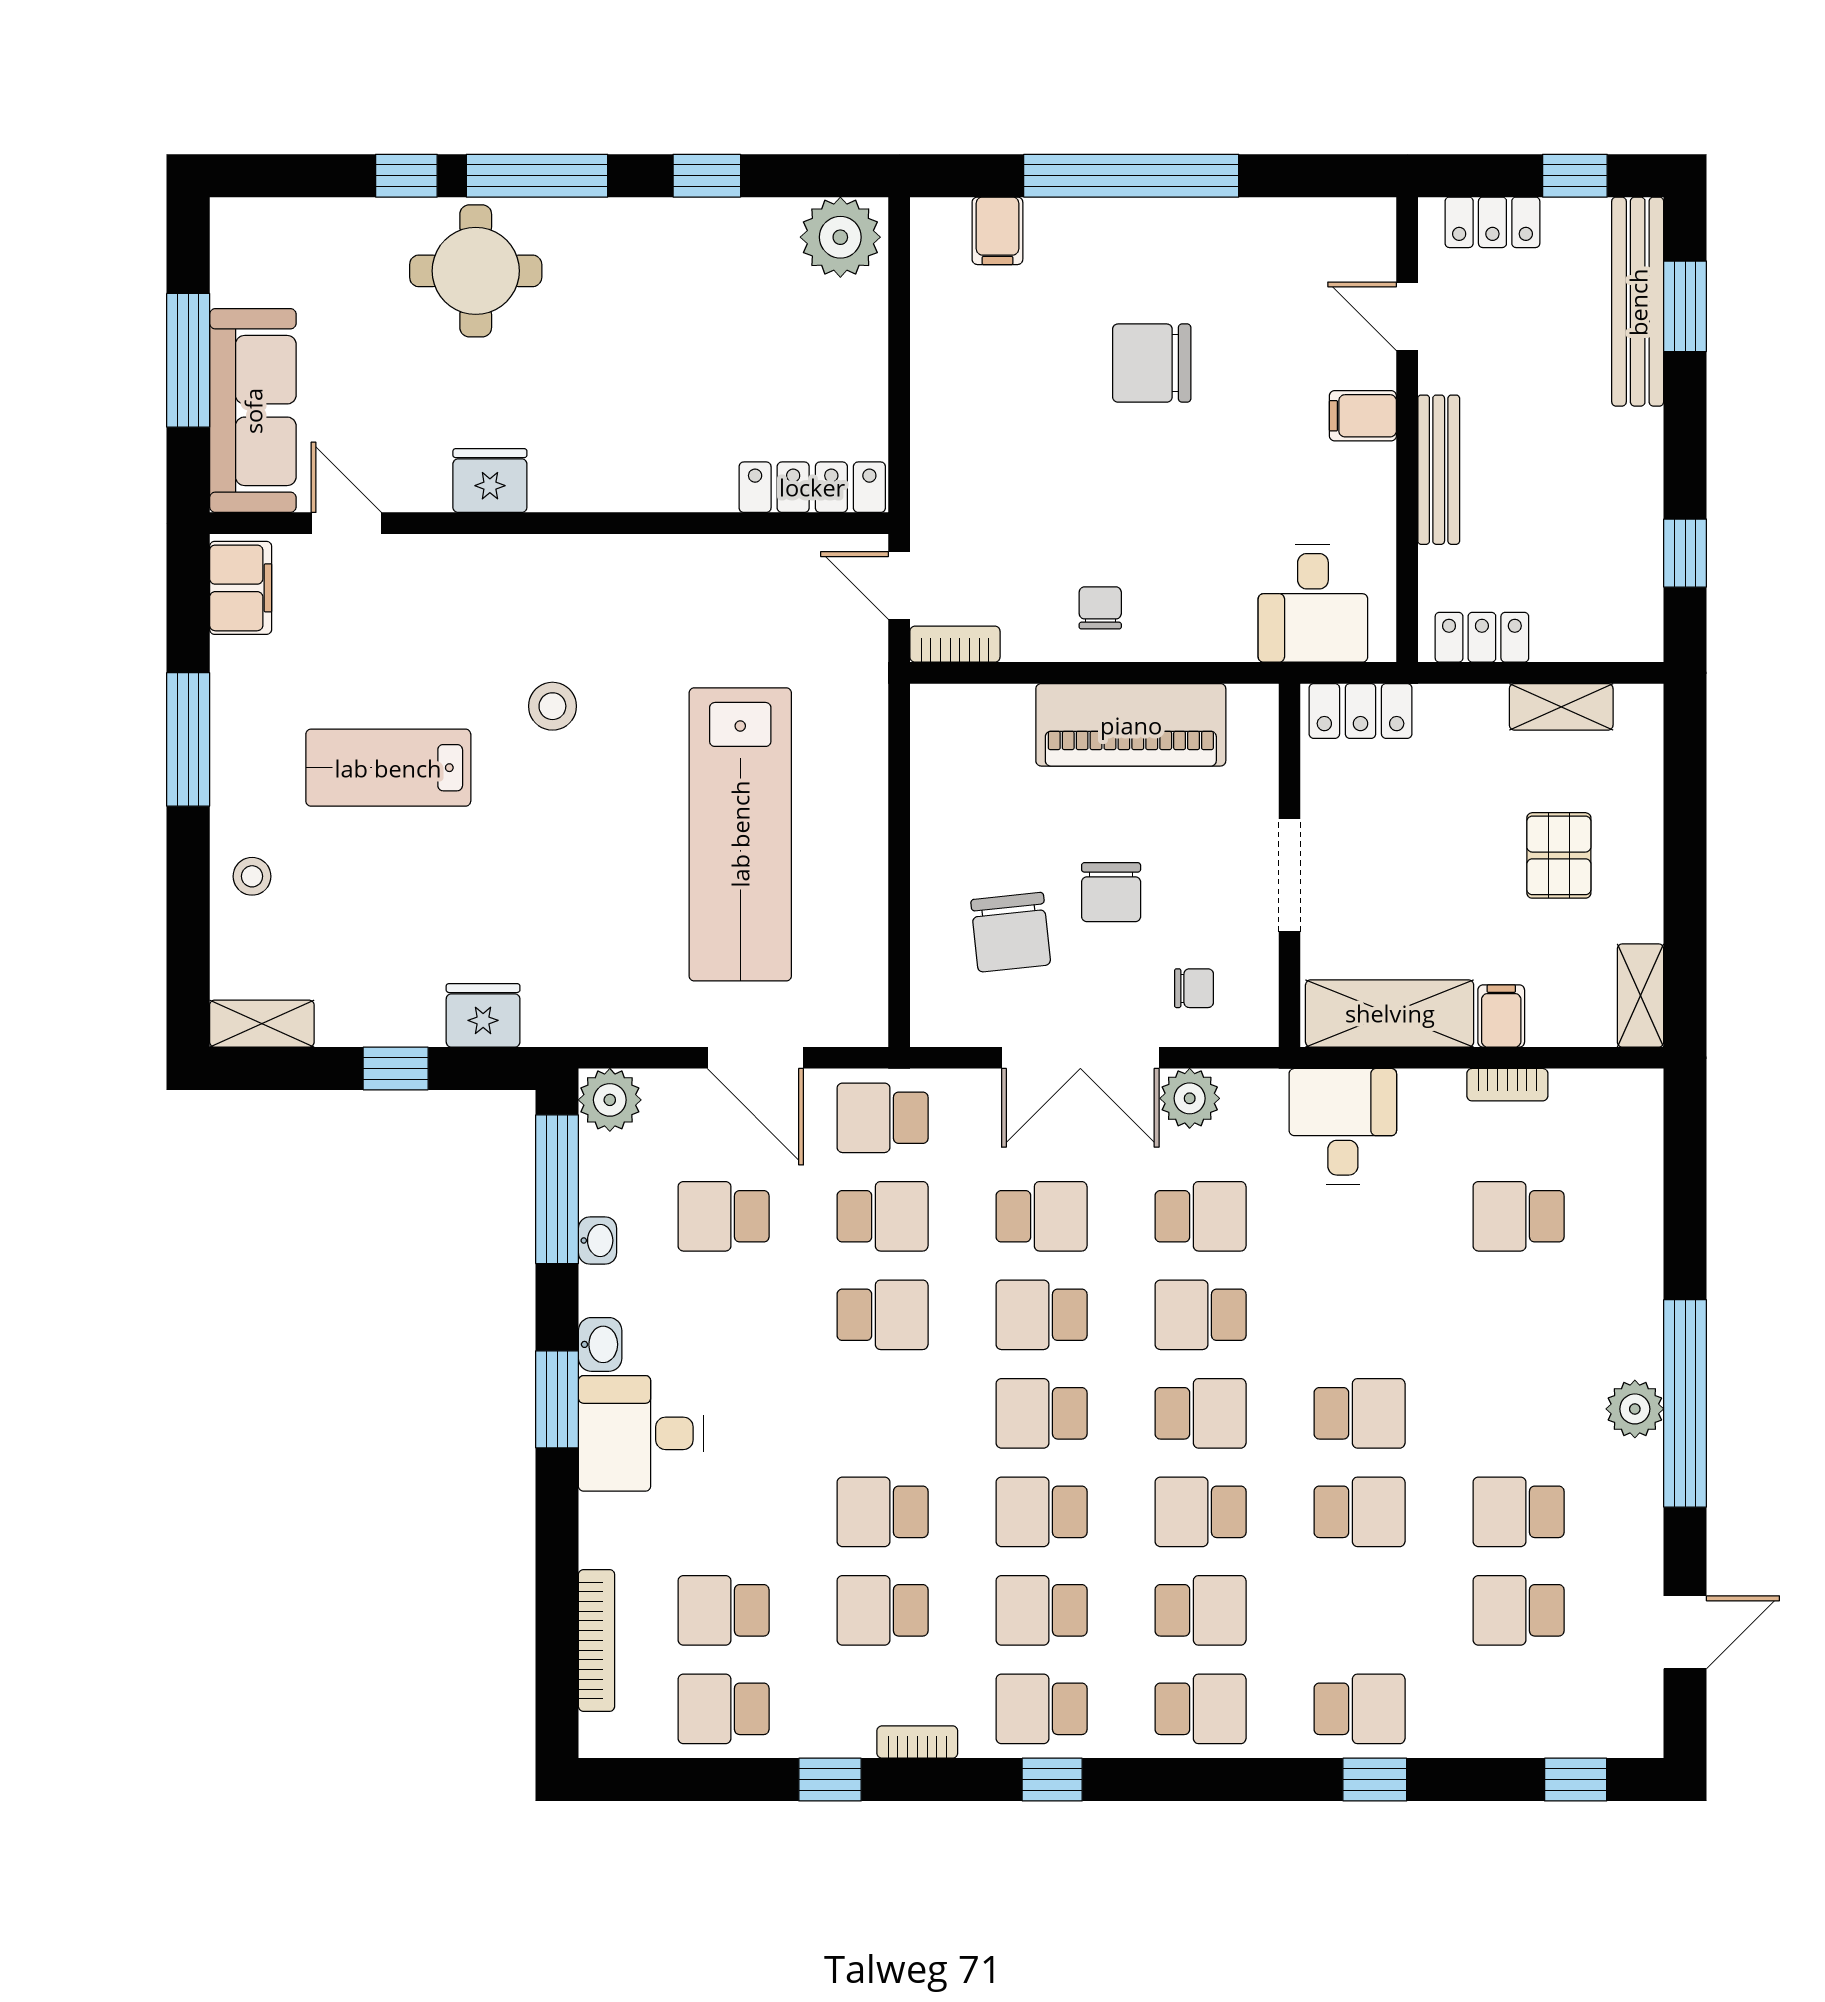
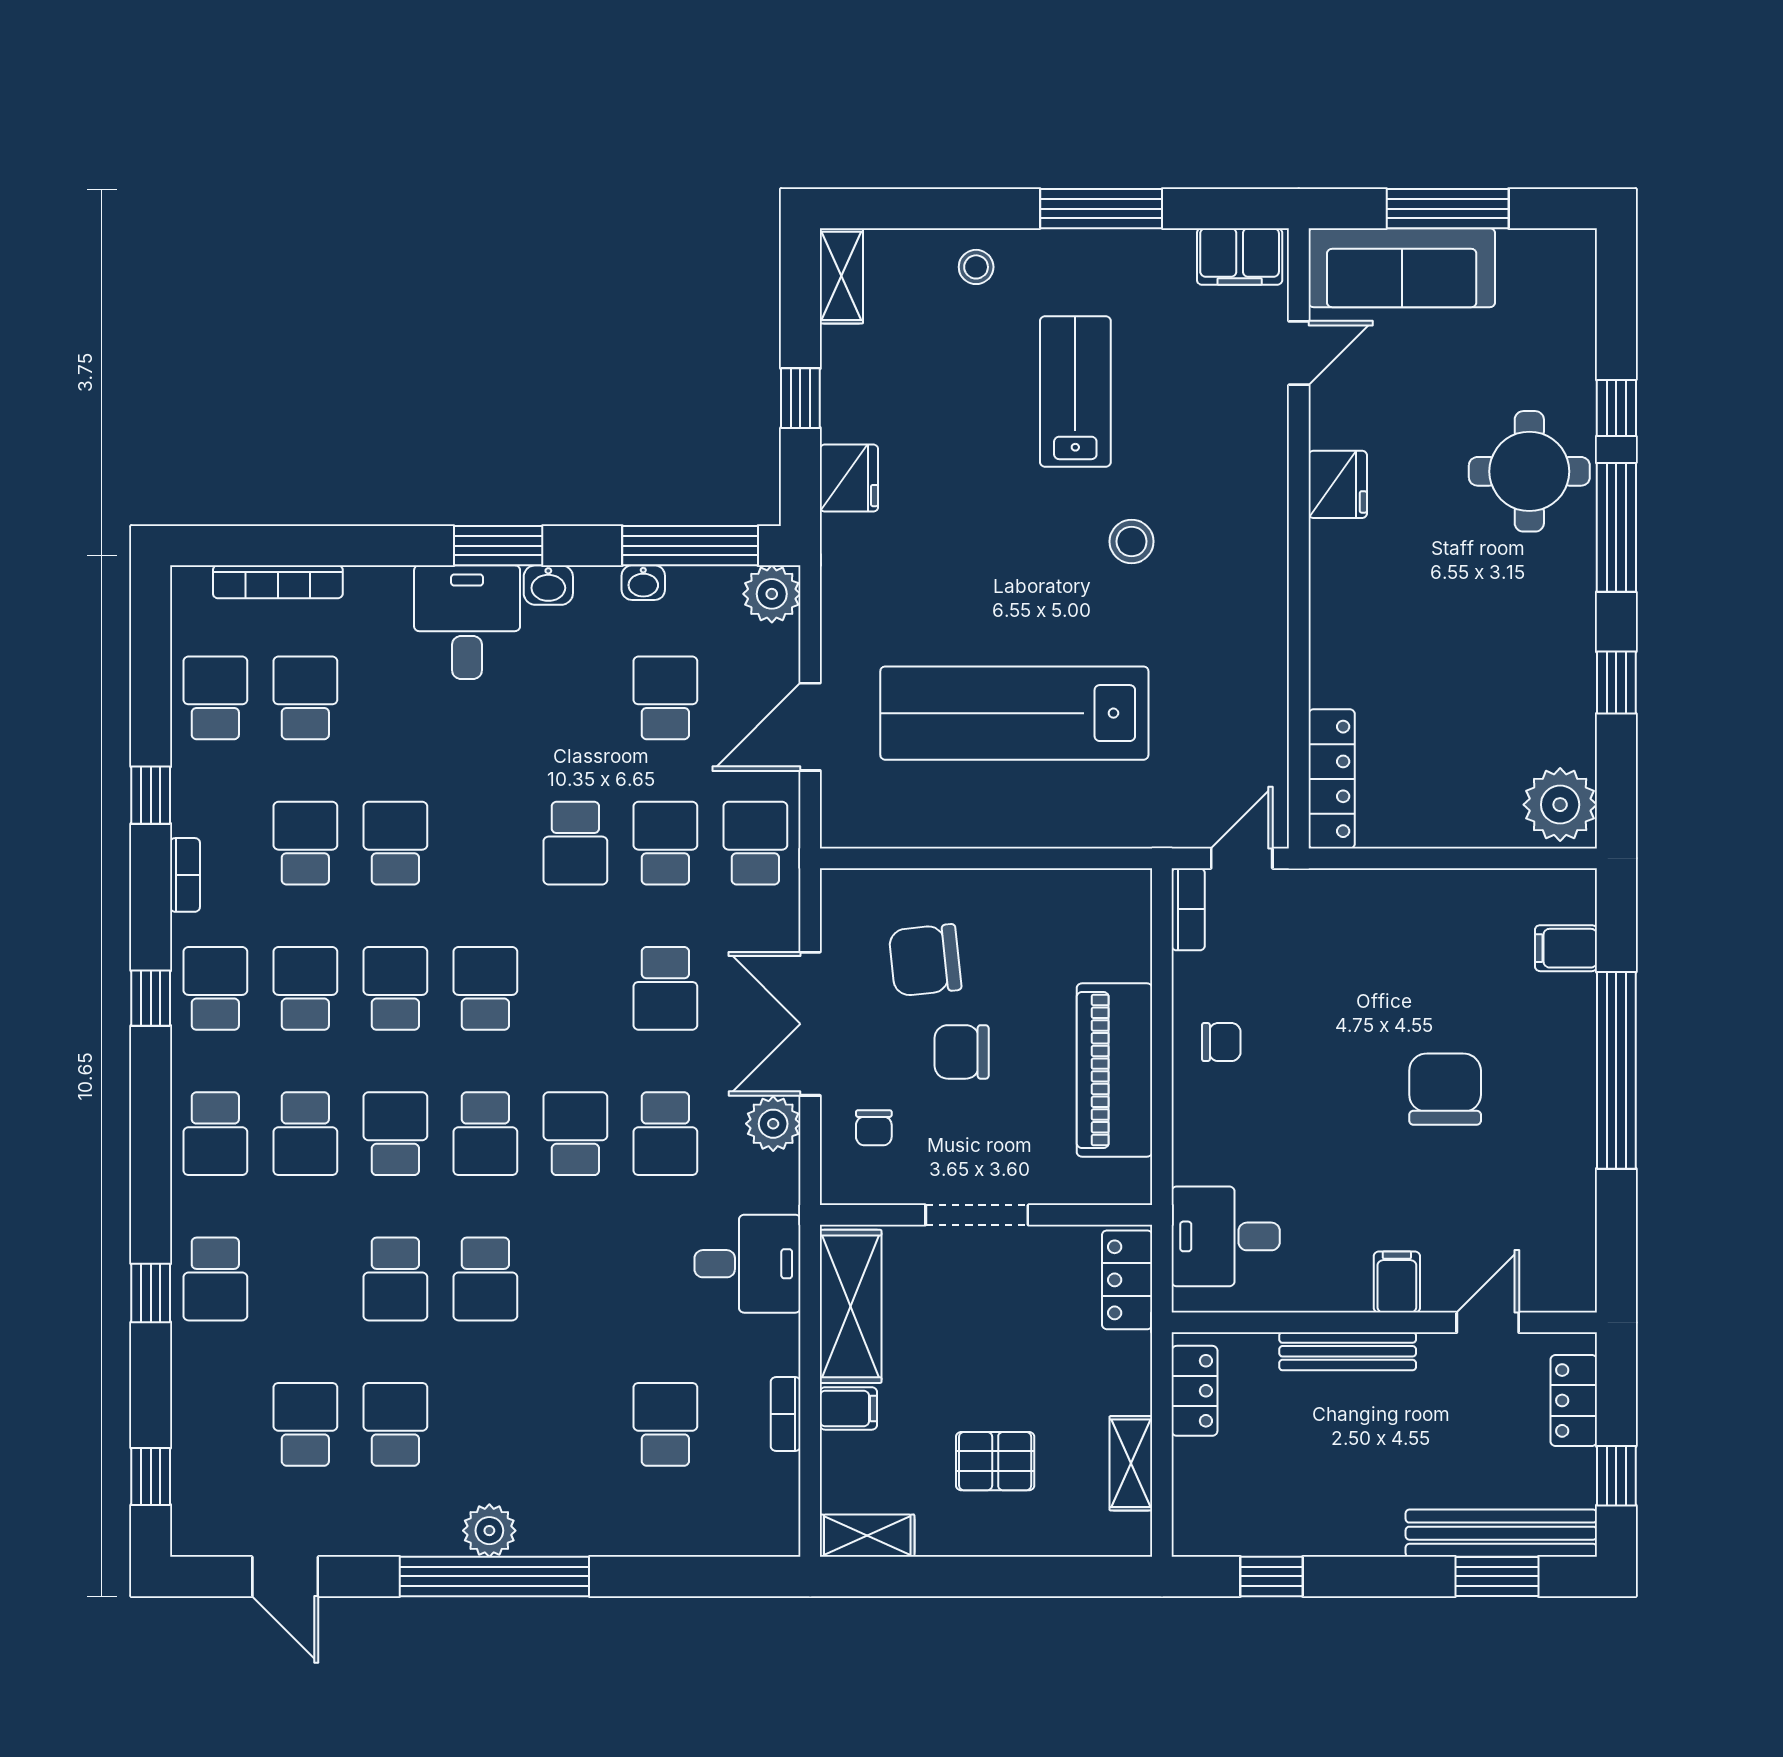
school desk: (883, 1216) -> (665, 843), turned 180
school desk: (1042, 1315) -> (575, 988), removed

